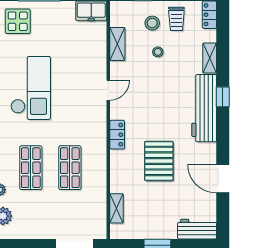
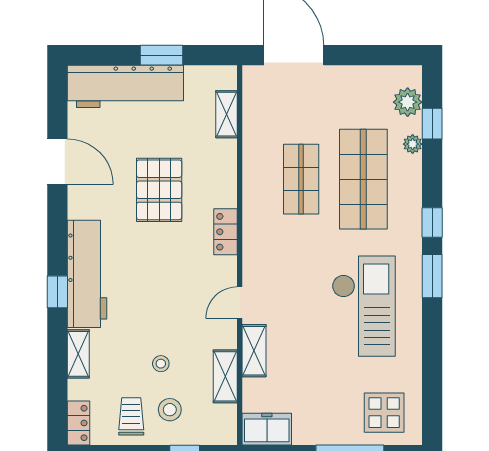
shelving: (99, 60) -> (254, 351), added
checkout: (31, 88) -> (364, 306), turned 180
shop shelf: (31, 168) -> (363, 179), width x1.43, depth x1.36
workbench: (197, 229) -> (125, 86), width x1.88, depth x1.32

